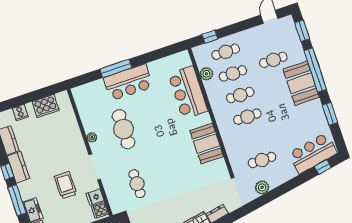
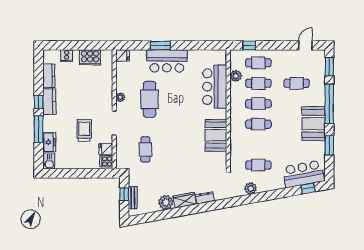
window: (116, 68) -> (160, 45), width x0.69
booth: (301, 83) -> (313, 124), moved
fridge: (79, 92) -> (123, 55), added

